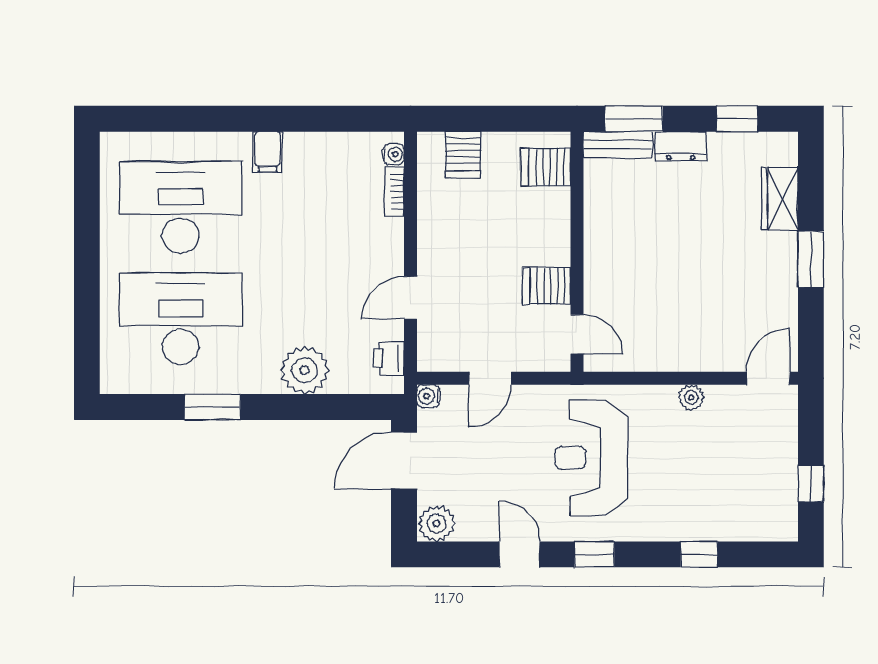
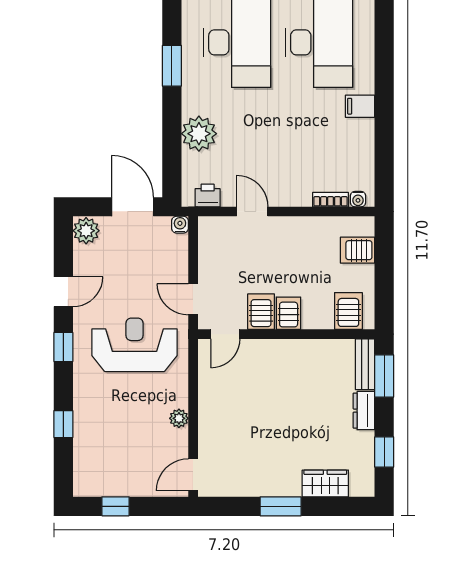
server rack: (549, 249) -> (289, 313), added
door: (490, 378) -> (193, 299), moved
door: (768, 378) -> (193, 475), swing flipped

